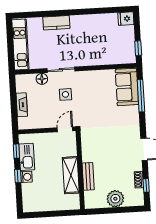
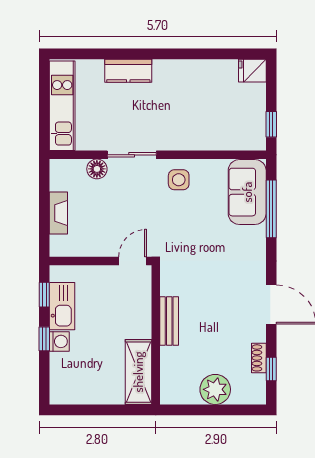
side table: (65, 94) -> (179, 180), moved
shelving: (71, 175) -> (138, 372), moved
bench: (88, 176) -> (169, 321), moved

